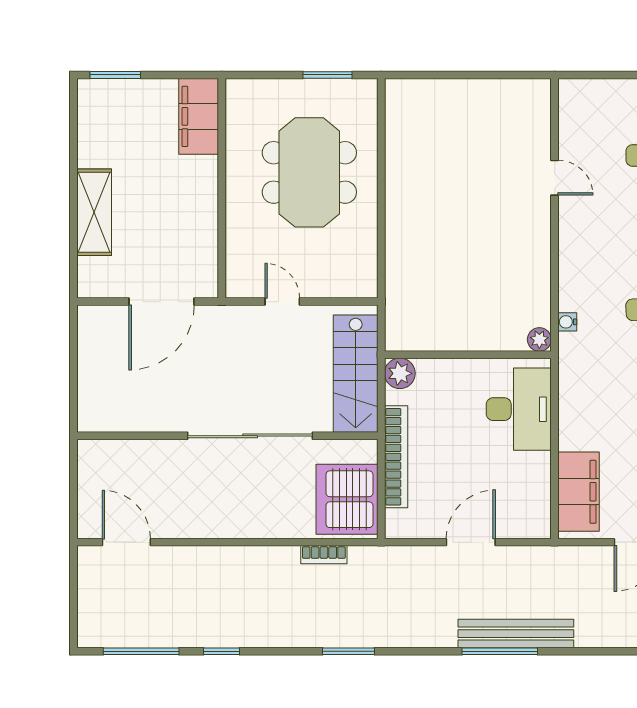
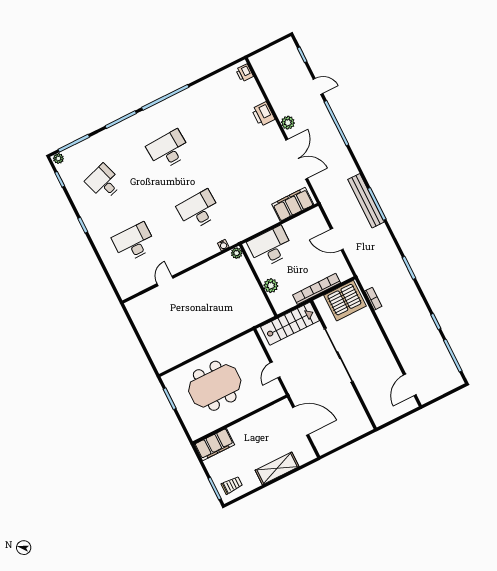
trolley: (105, 111) -> (232, 485), added
plant: (400, 373) -> (271, 286), moved

